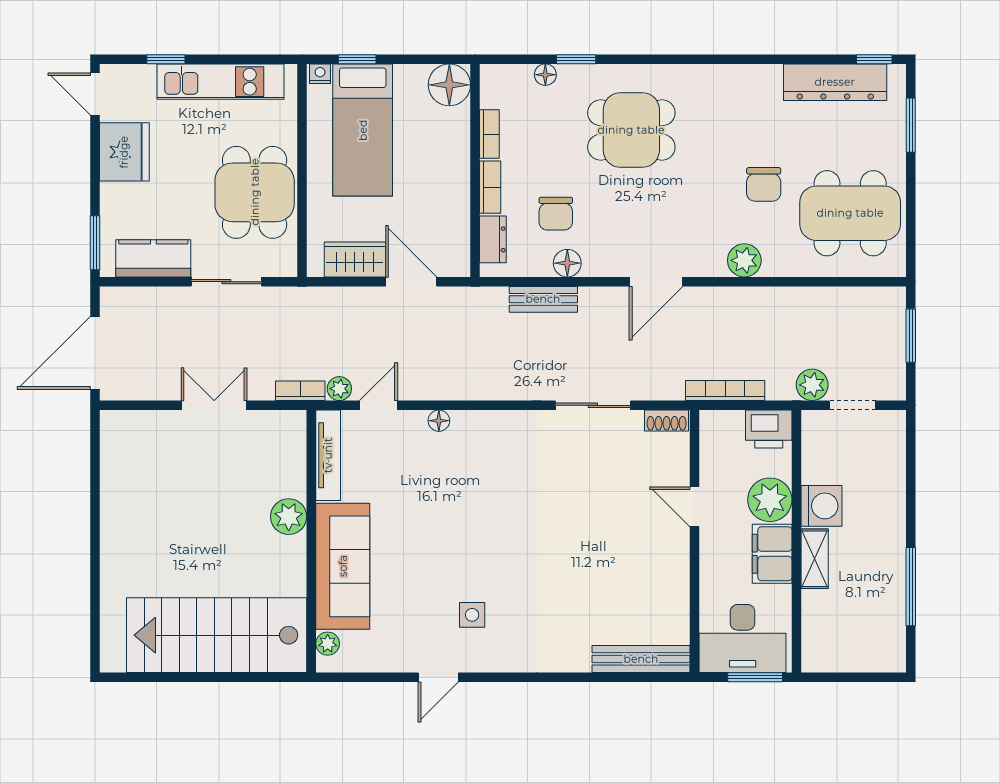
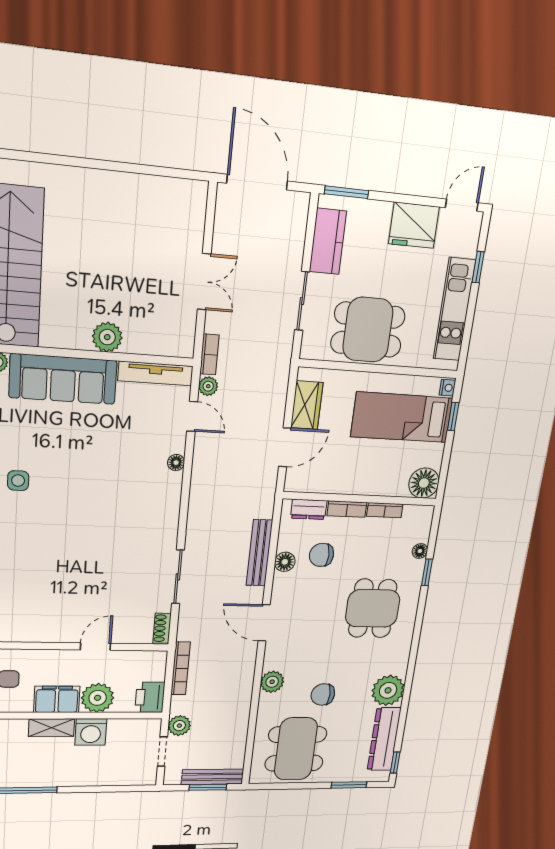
plant: (757, 88) -> (388, 690), added
bench: (543, 299) -> (259, 553), width x1.36
bench: (894, 330) -> (213, 777), added

